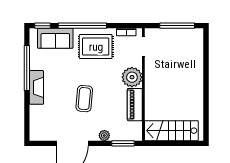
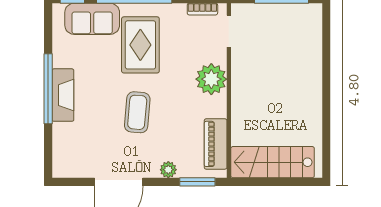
rug: (96, 47) -> (140, 45), moved, turned 90
window: (27, 68) -> (48, 89), moved
piano: (135, 105) -> (216, 144), moved

